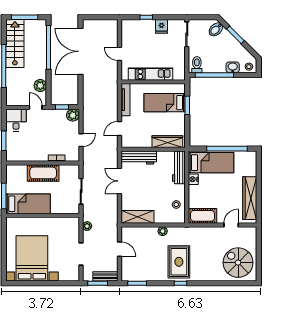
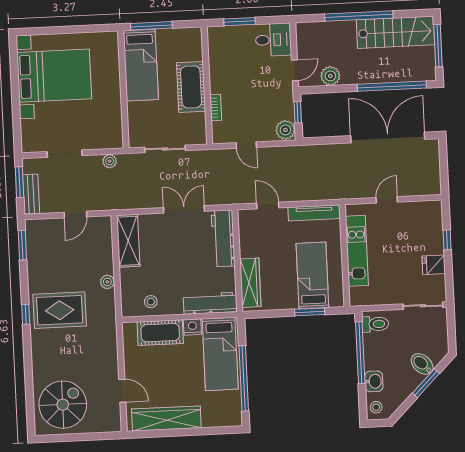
bidet: (216, 29) -> (422, 364), moved
cot: (203, 216) -> (160, 333), moved, turned 90

